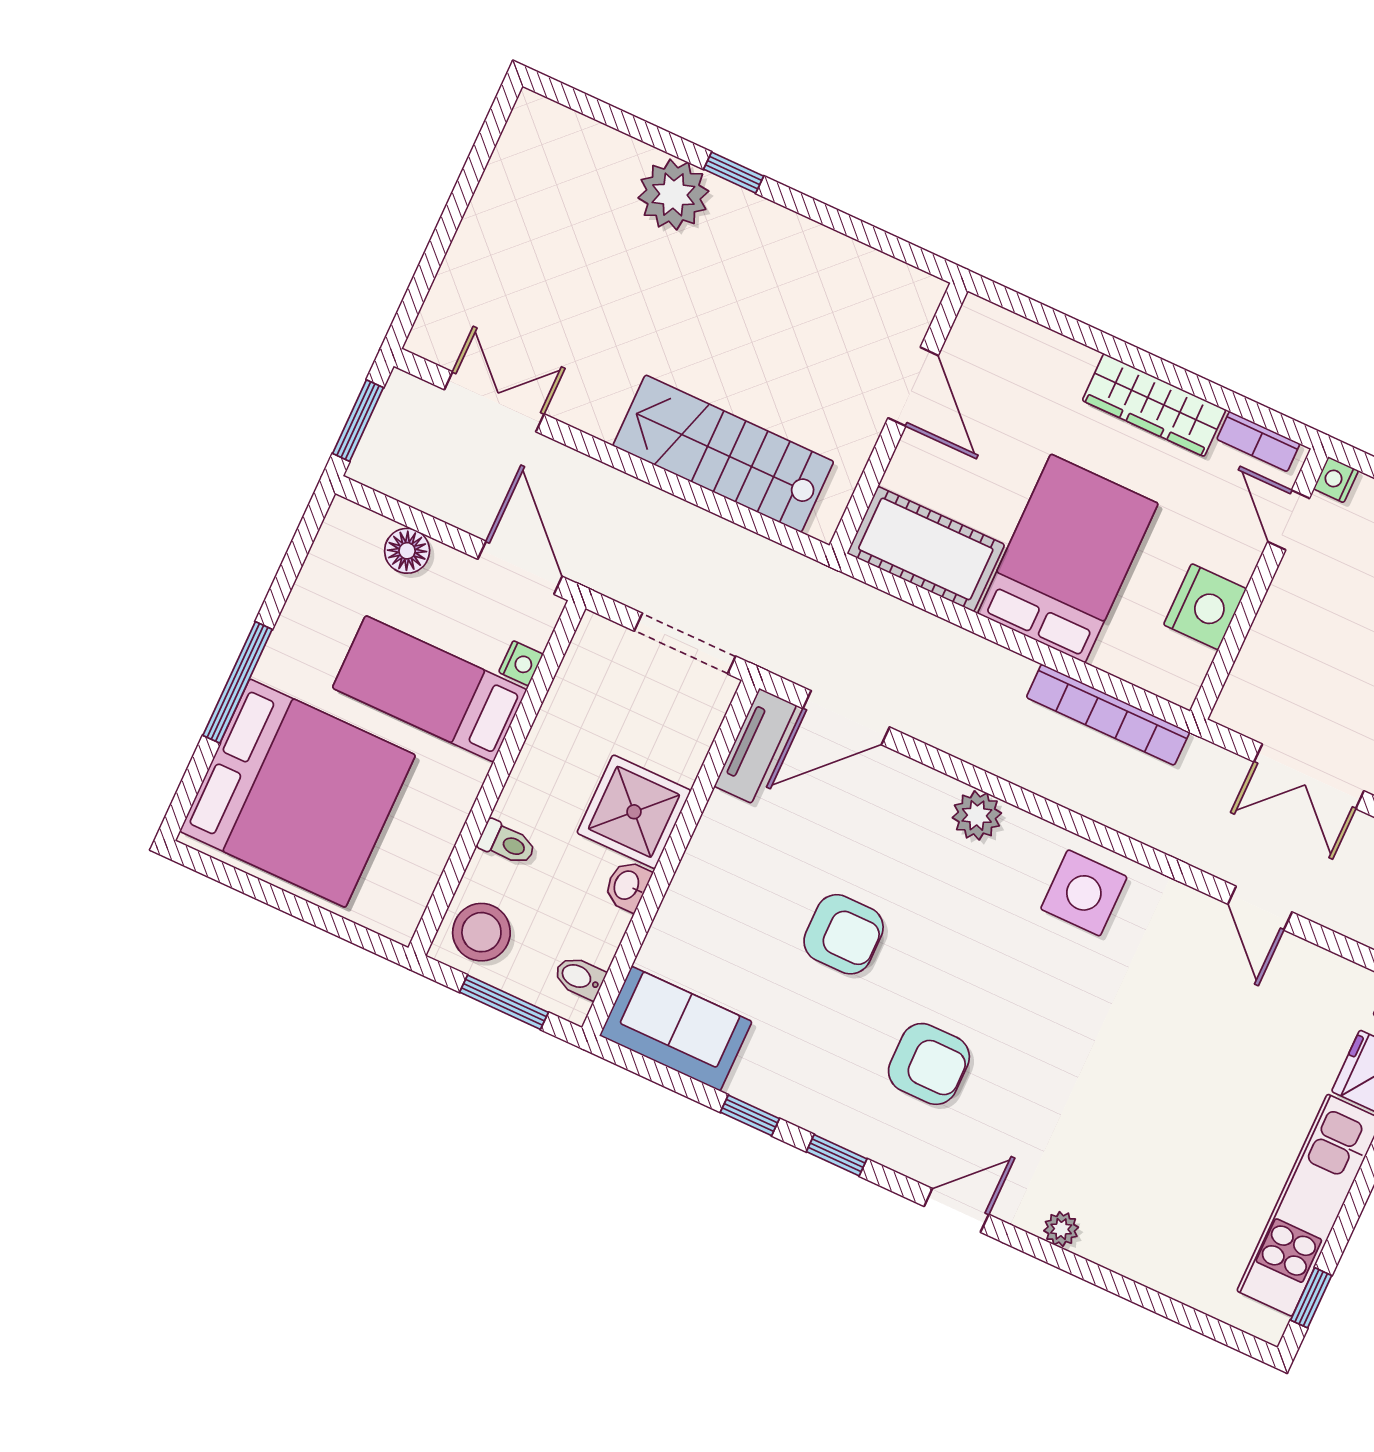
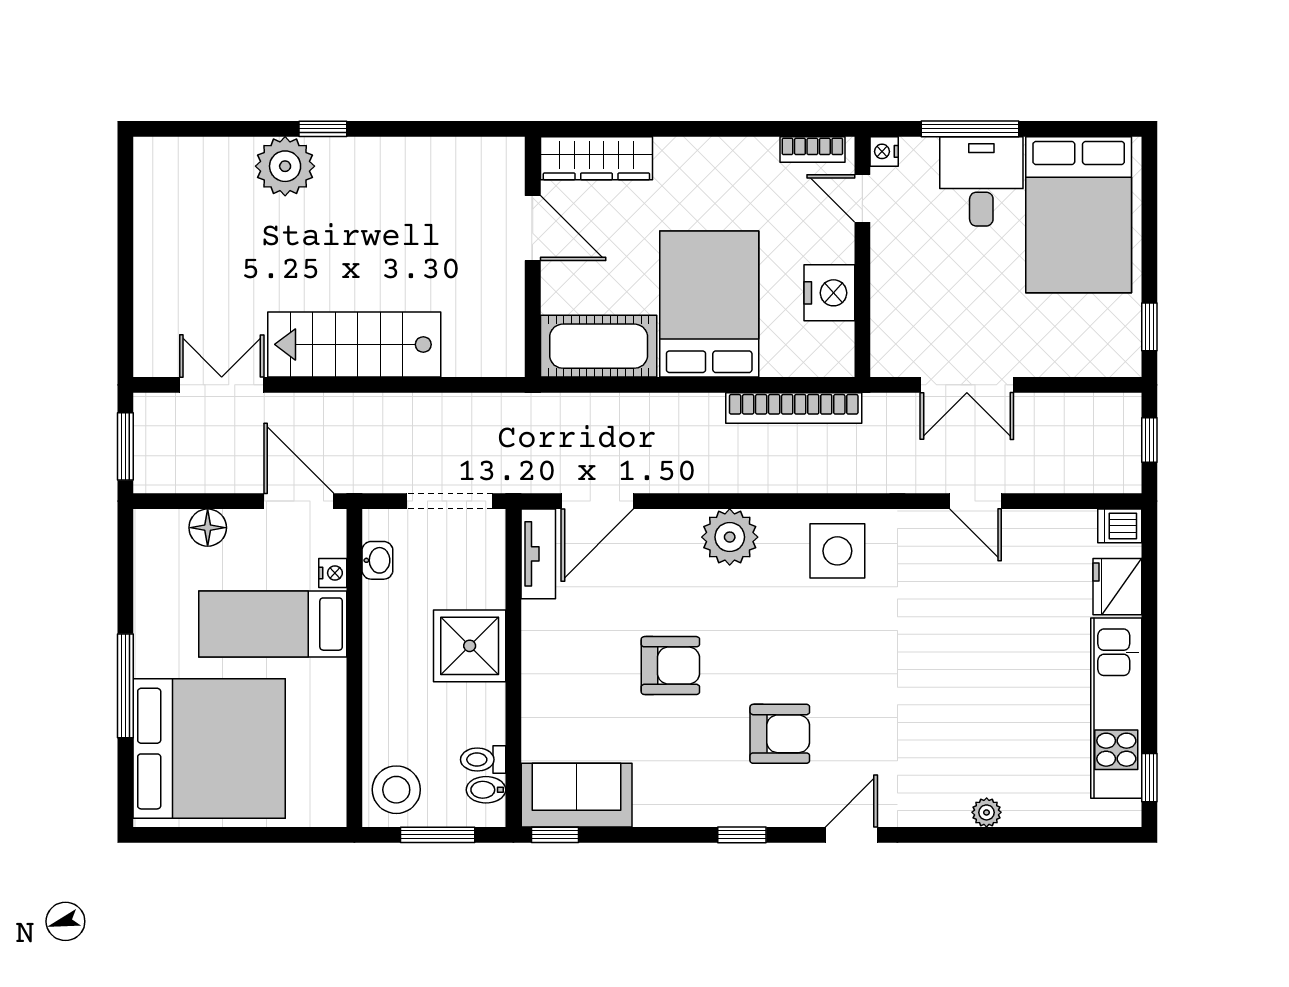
wardrobe: (1154, 405) -> (596, 158), moved
stairs: (723, 454) -> (354, 344), moved
plant: (977, 815) -> (730, 537), width x1.36, depth x1.36
toilet: (507, 843) -> (483, 760), moved, turned 180
washbasin: (627, 886) -> (377, 560), moved, turned 180
window: (750, 1115) -> (555, 835), moved
plant: (1061, 1229) -> (987, 812), moved

